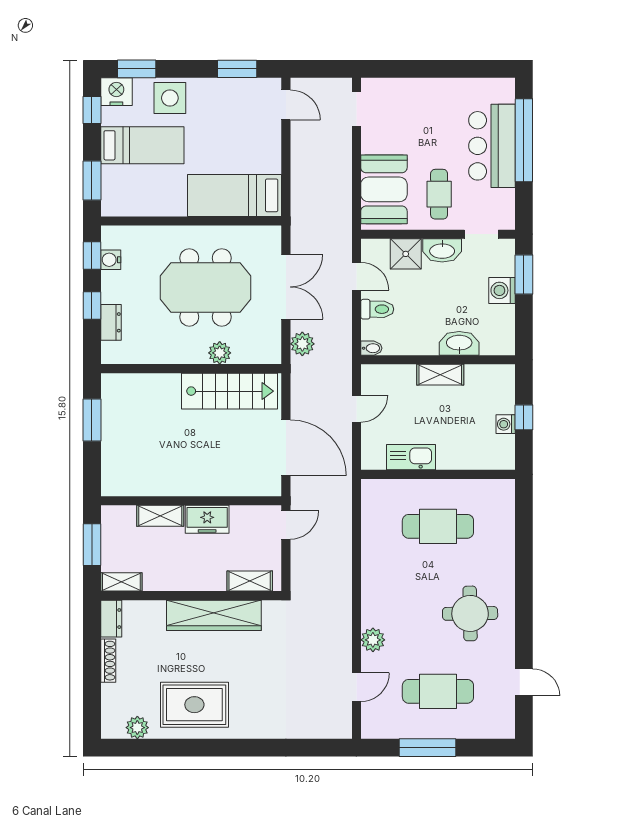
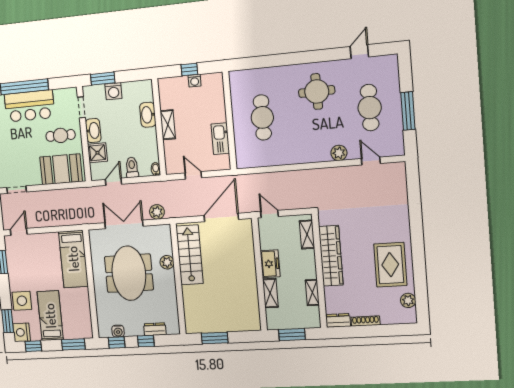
shelving: (121, 582) -> (312, 293), moved

